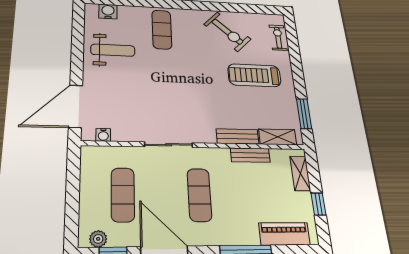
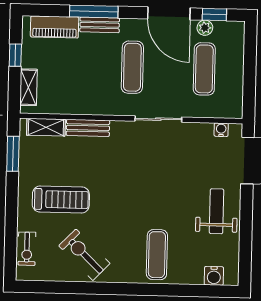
weight bench: (113, 50) -> (217, 211), moved, turned 90
bench: (250, 155) -> (100, 25), moved
plant: (98, 239) -> (205, 28), moved

